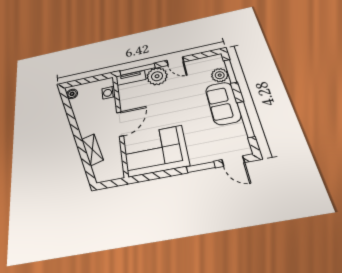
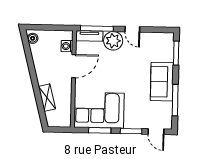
plant: (220, 75) -> (166, 54), removed
door: (120, 124) -> (74, 66), moved
window: (161, 175) -> (100, 130), added

